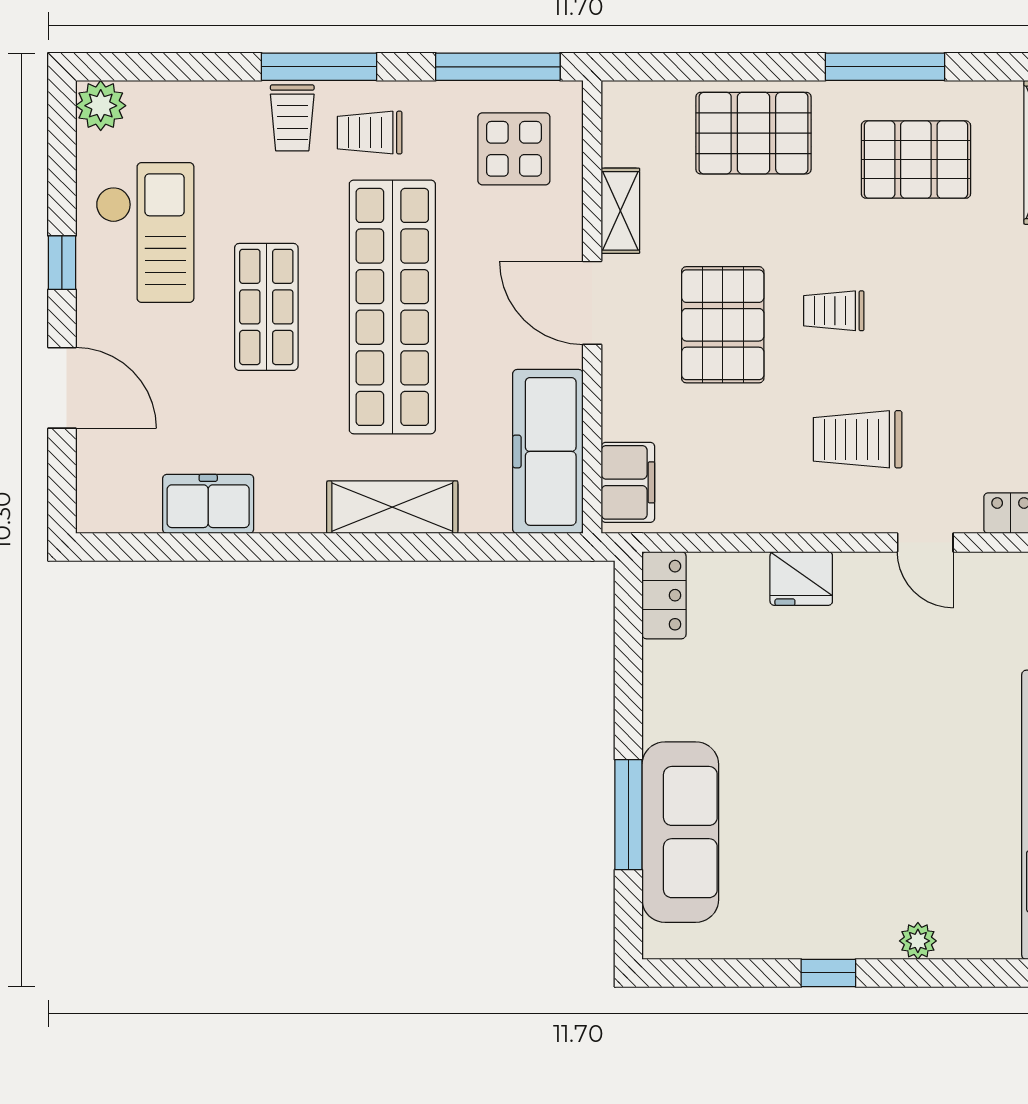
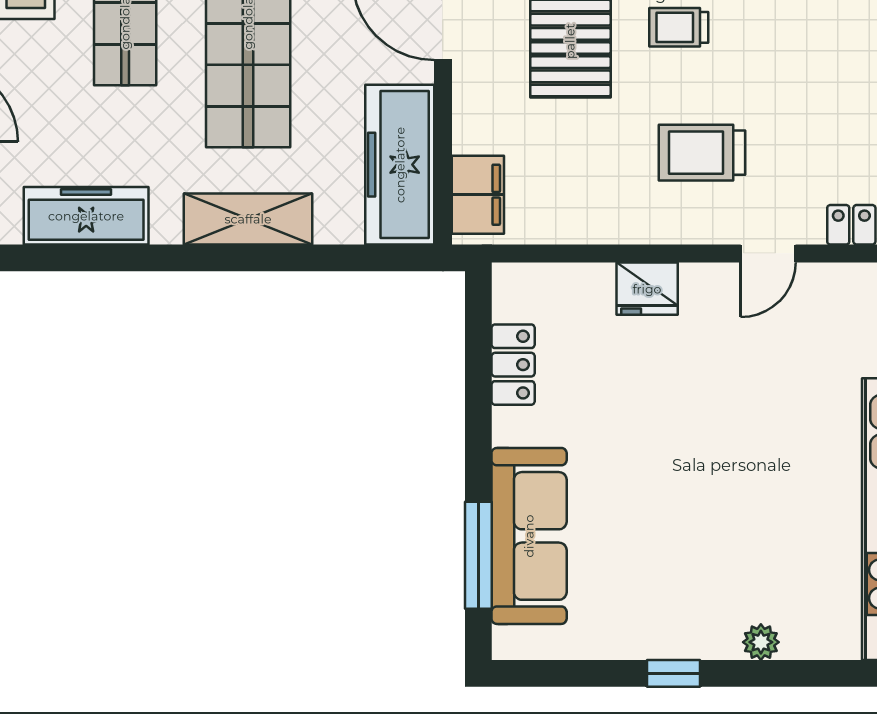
freezer: (208, 504) -> (86, 216), width x1.40
door: (925, 543) -> (768, 253), hinge flipped
locker: (664, 595) -> (513, 365), moved
window: (628, 815) -> (478, 555), moved

